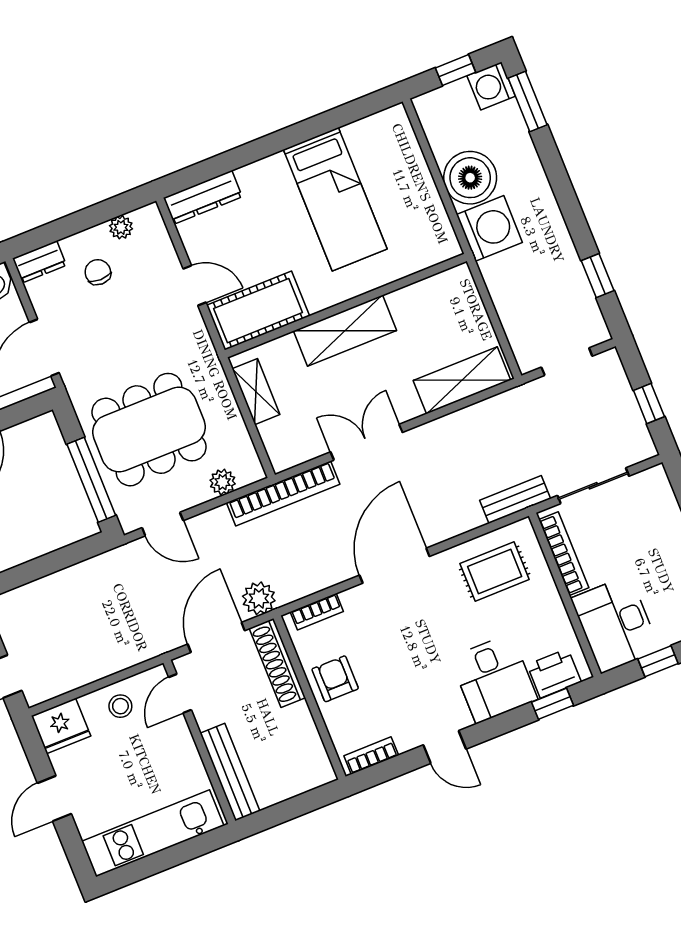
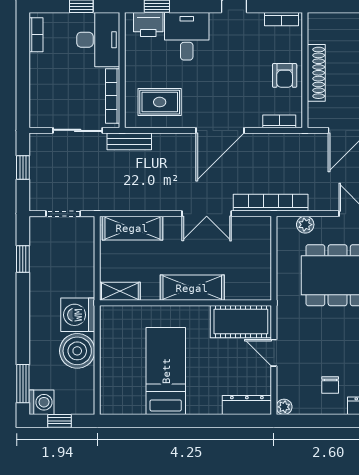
plant: (121, 227) -> (284, 407), moved
shelving: (256, 392) -> (120, 291), moved, turned 90
plant: (259, 598) -> (312, 144), removed
shoe rack: (277, 663) -> (316, 73), moved

